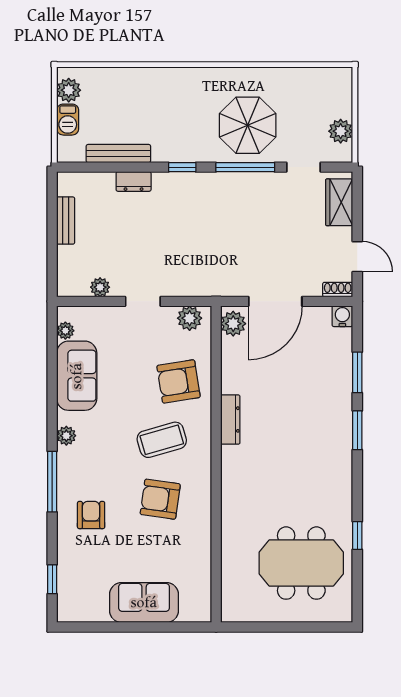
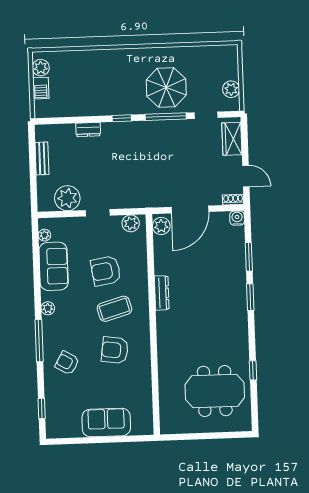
bench: (118, 153) -> (77, 110), removed
plant: (100, 287) -> (67, 198), width x1.88, depth x1.88
armchair: (179, 381) -> (106, 271), moved
armchair: (91, 515) -> (67, 363), turned -60

